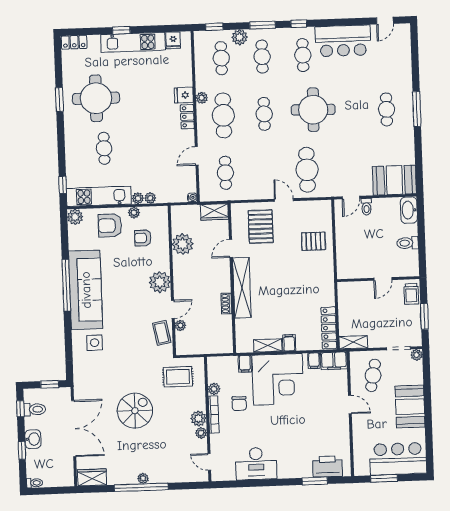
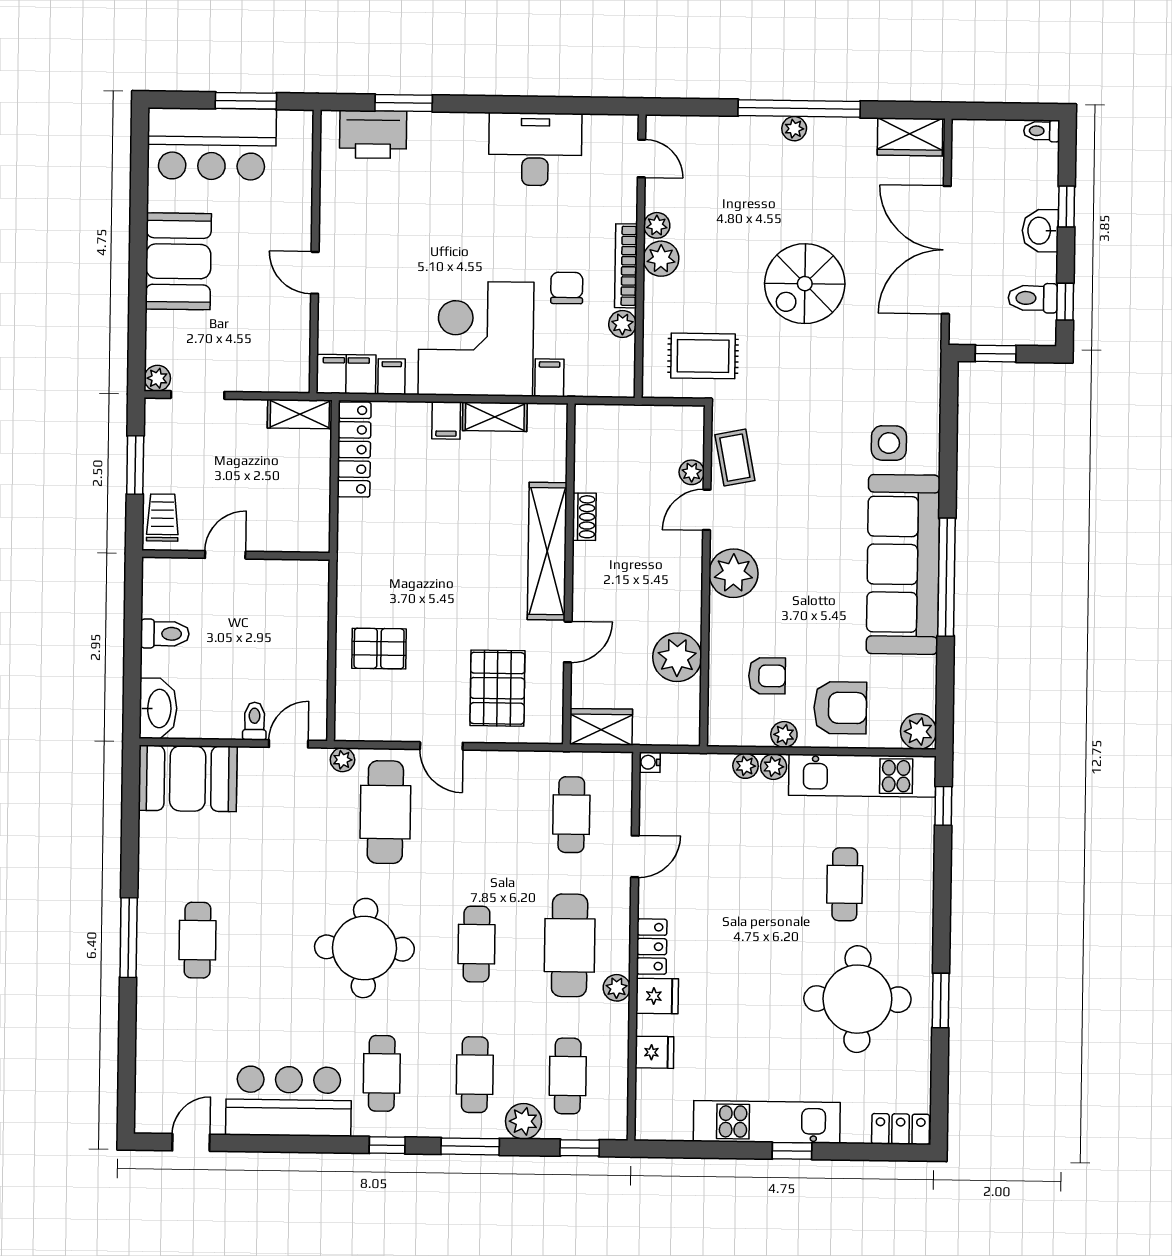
fridge: (173, 40) -> (654, 1052), moved, turned 90
plant: (327, 192) -> (342, 760), added
cafe table: (373, 375) -> (259, 336), removed

